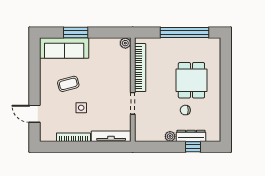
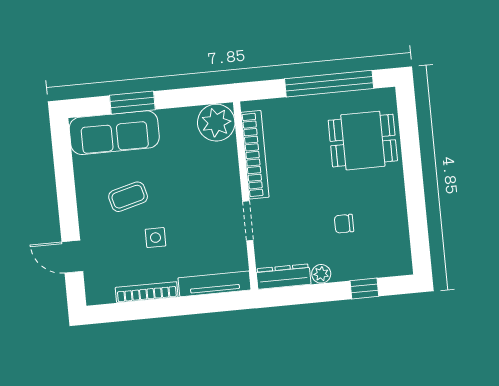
plant: (125, 43) -> (216, 123), width x1.88, depth x1.88
dining table: (191, 80) -> (363, 141), moved, turned 90
dresser: (191, 136) -> (283, 276), moved

